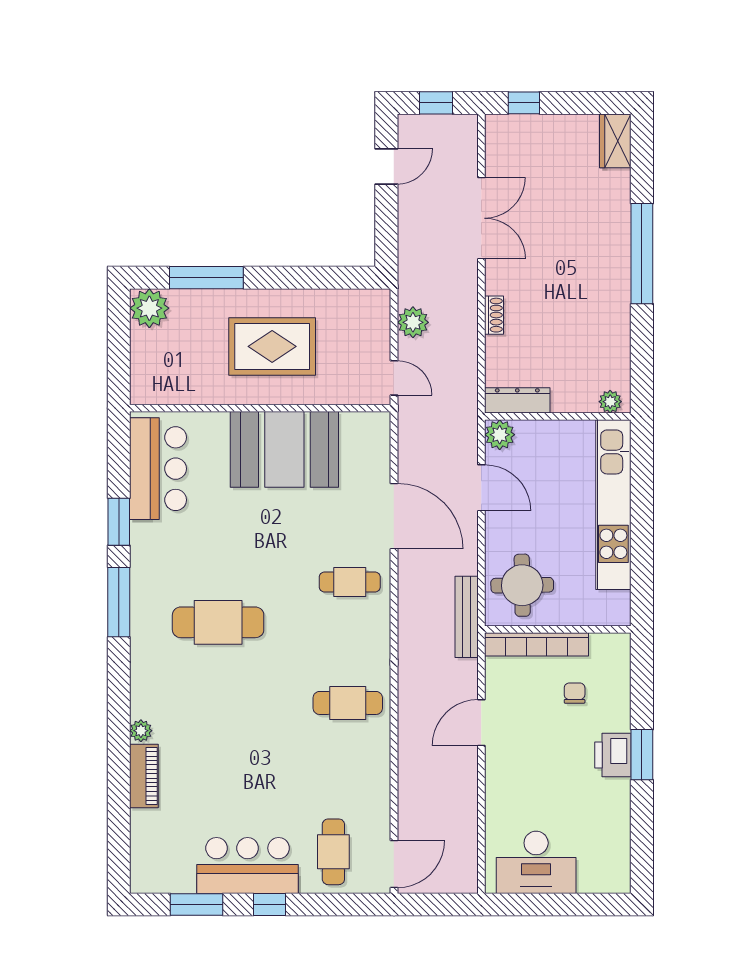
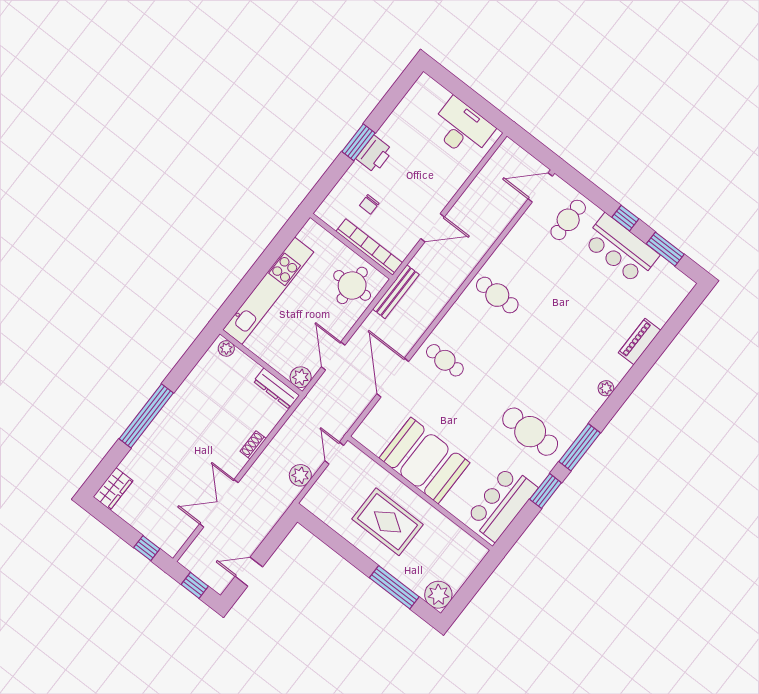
cafe table: (218, 622) -> (530, 432), moved
plant: (141, 731) -> (606, 388), moved

